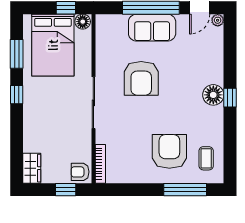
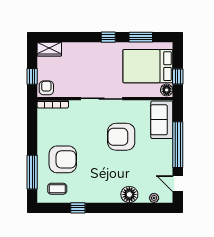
plant: (218, 20) -> (154, 198), moved
sofa: (152, 28) -> (162, 120), moved
floor lamp: (213, 95) -> (129, 194), moved
window: (230, 98) -> (78, 208), moved

